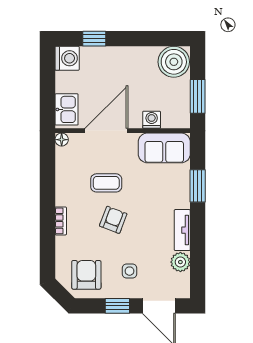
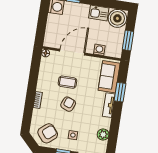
kitchen sink: (67, 109) -> (99, 13), moved, turned 90
sofa: (164, 148) -> (109, 77), moved, turned 90
tv unit: (182, 230) -> (109, 105), moved
armchair: (86, 275) -> (48, 133), turned 50

